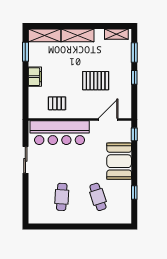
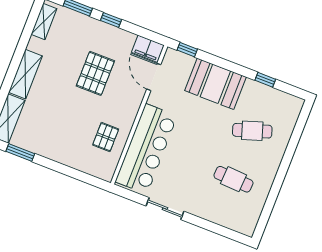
filing cabinet: (35, 77) -> (148, 49), moved, turned 180

